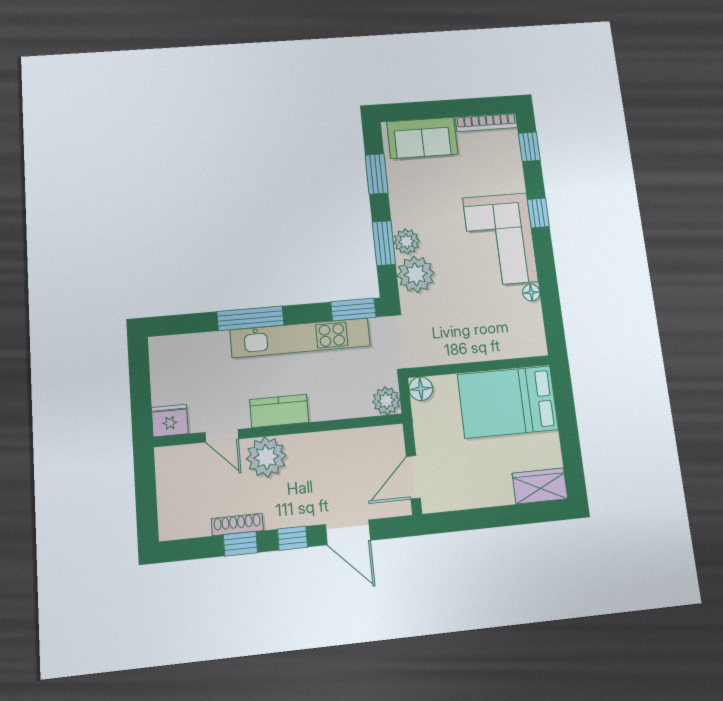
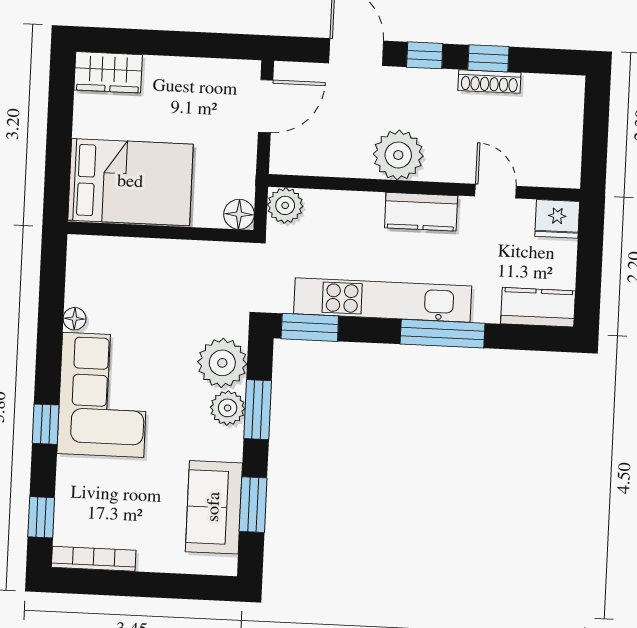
sofa: (422, 138) -> (214, 507), moved, turned -90
kitchen counter: (178, 349) -> (538, 307), added
plant: (266, 457) -> (398, 155), moved

